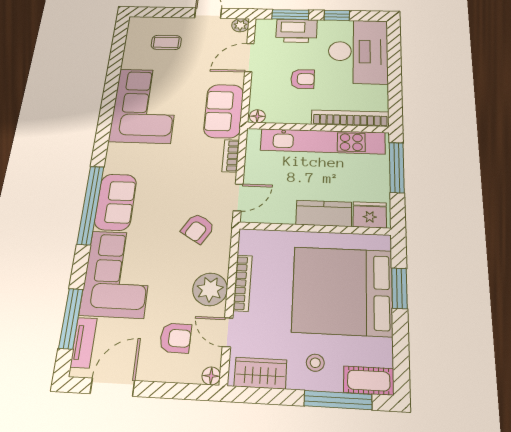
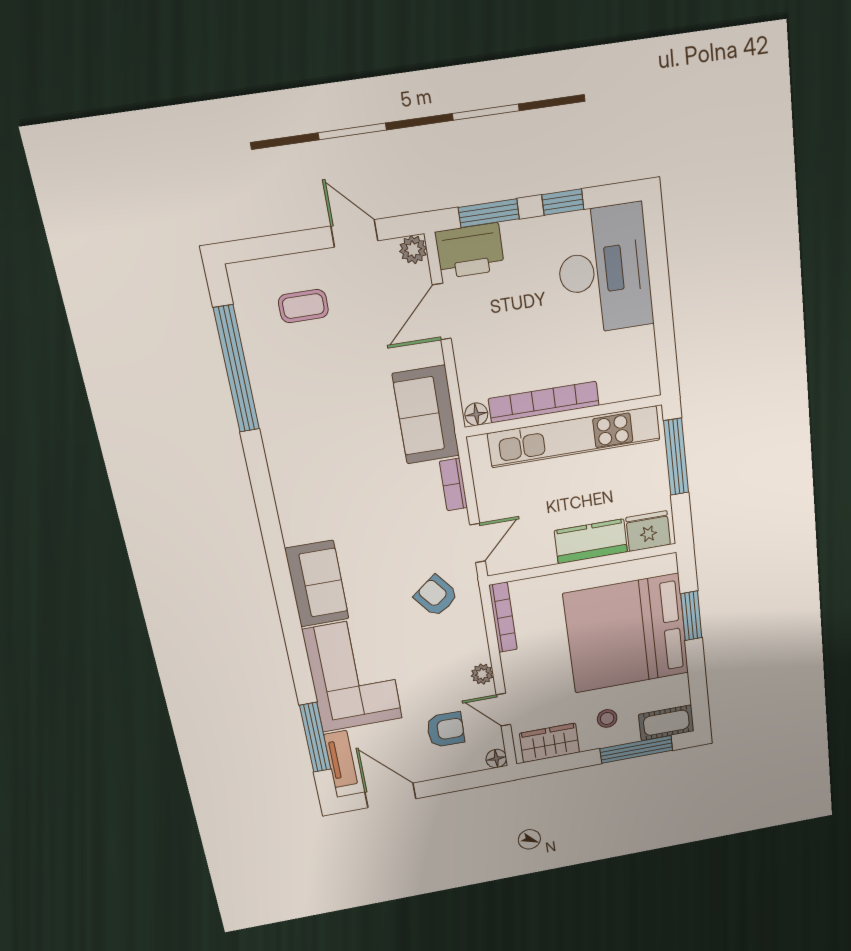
printer: (296, 31) -> (470, 251), moved
armchair: (303, 79) -> (529, 337), removed
corner sofa: (145, 106) -> (307, 428), removed
bookcase: (350, 118) -> (544, 402), moved
window: (91, 205) -> (237, 369), moved
armchair: (198, 228) -> (436, 596), turned 110
bookcase: (243, 283) -> (503, 617), moved
plant: (210, 289) -> (482, 674), width x0.53, depth x0.53
door: (112, 387) -> (390, 795), hinge flipped

